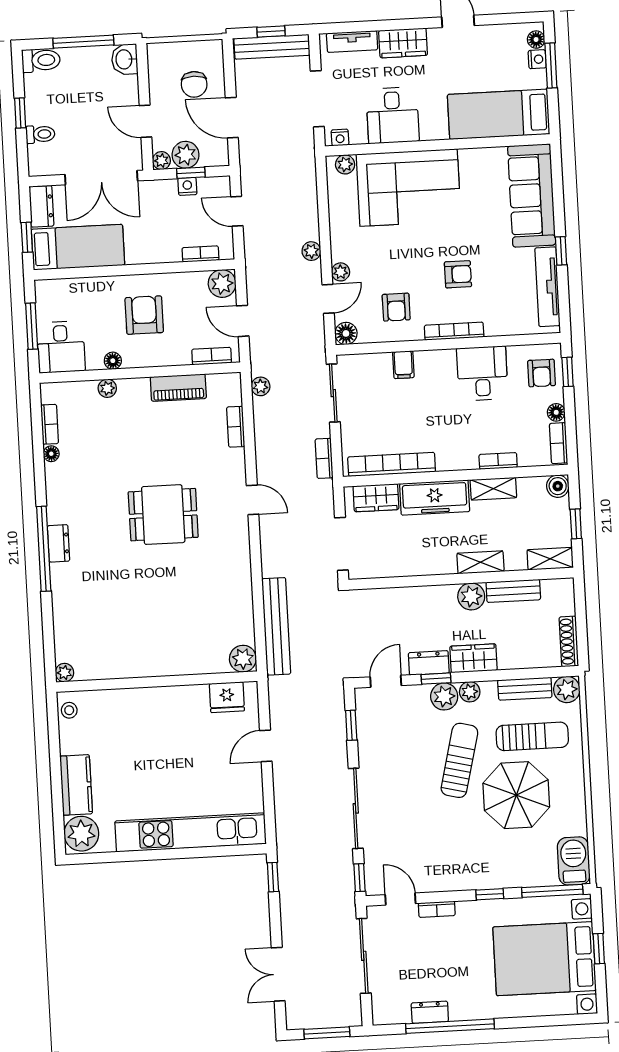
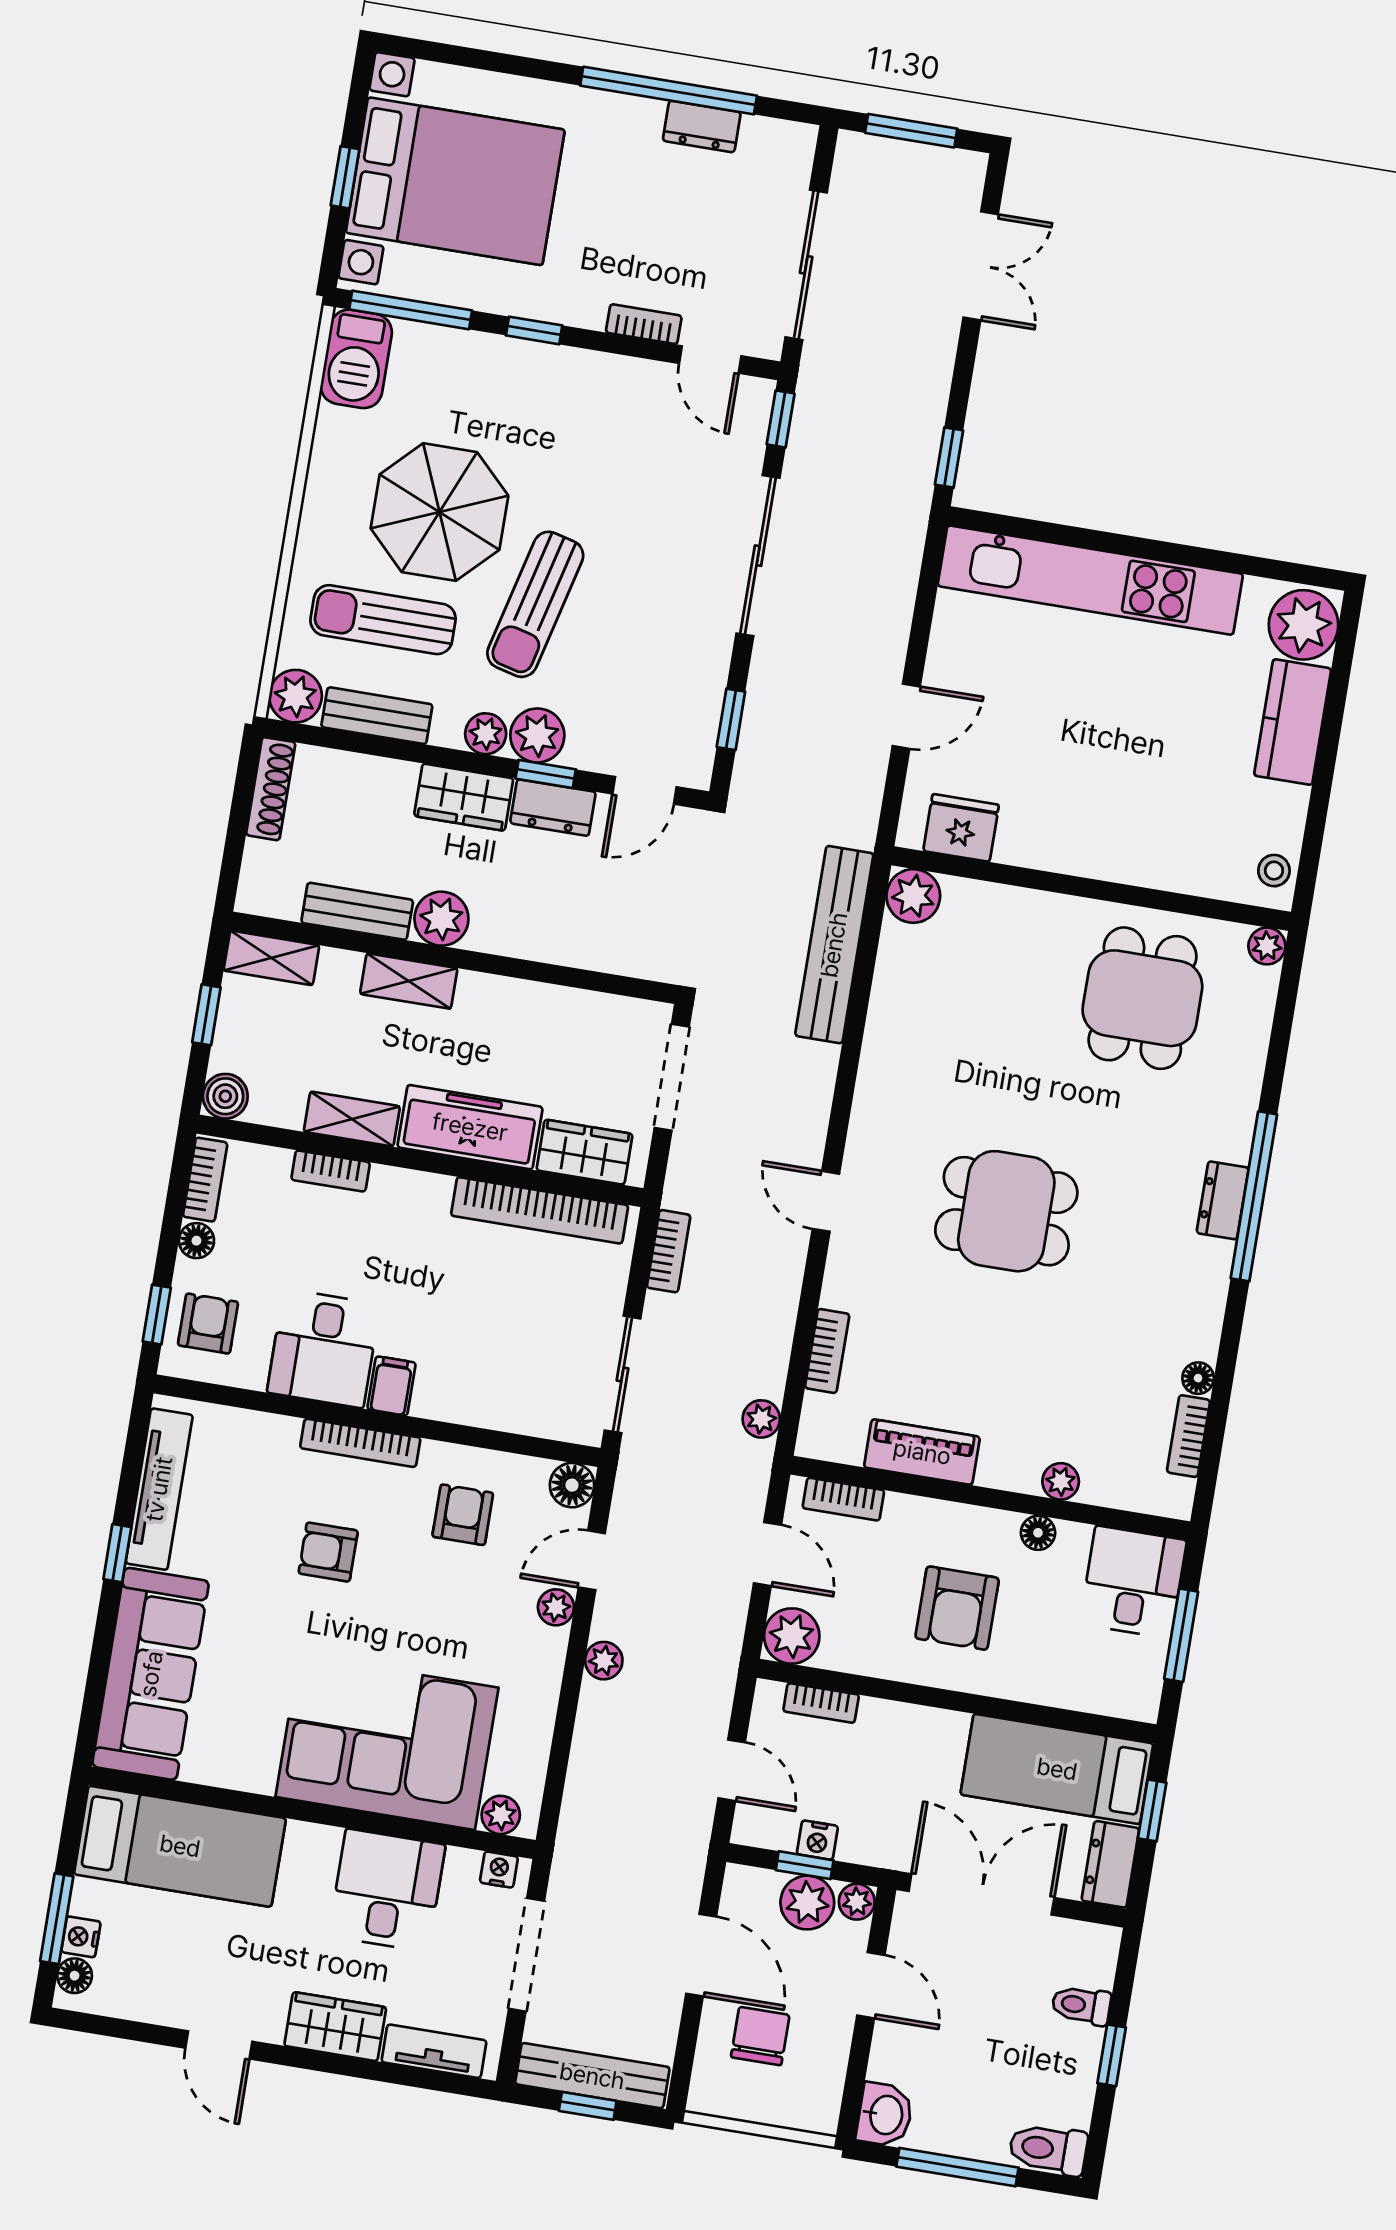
filing cabinet: (403, 365) -> (392, 1386), moved
dining table: (120, 634) -> (1142, 998), added

